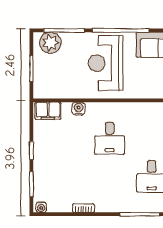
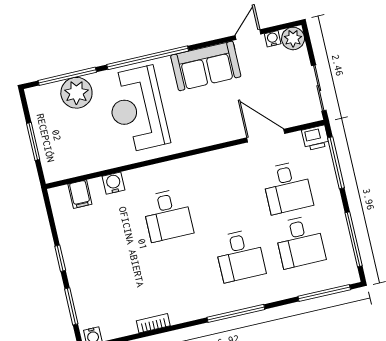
plant: (50, 43) -> (76, 93), moved
filing cabinet: (48, 111) -> (80, 194), width x0.50

